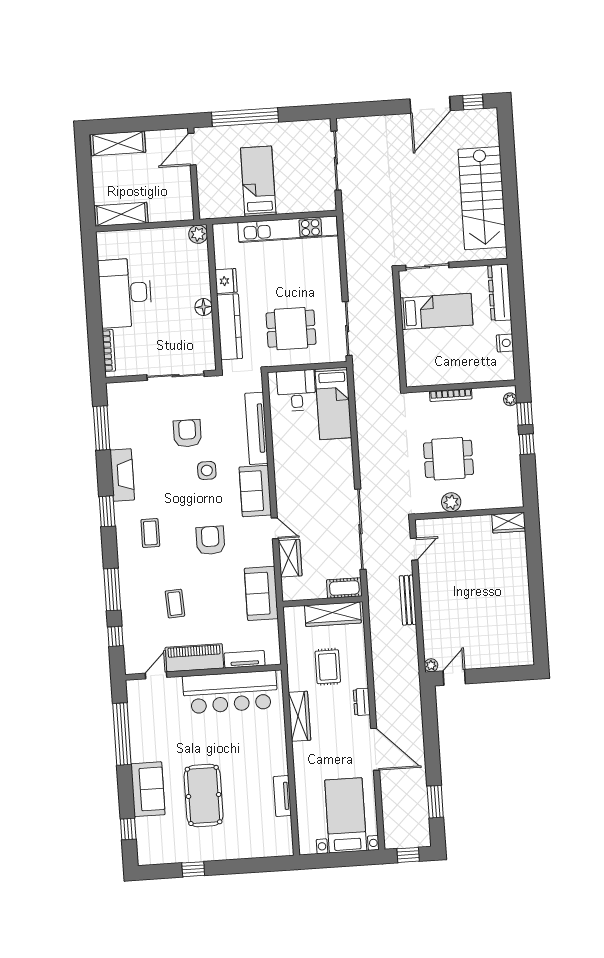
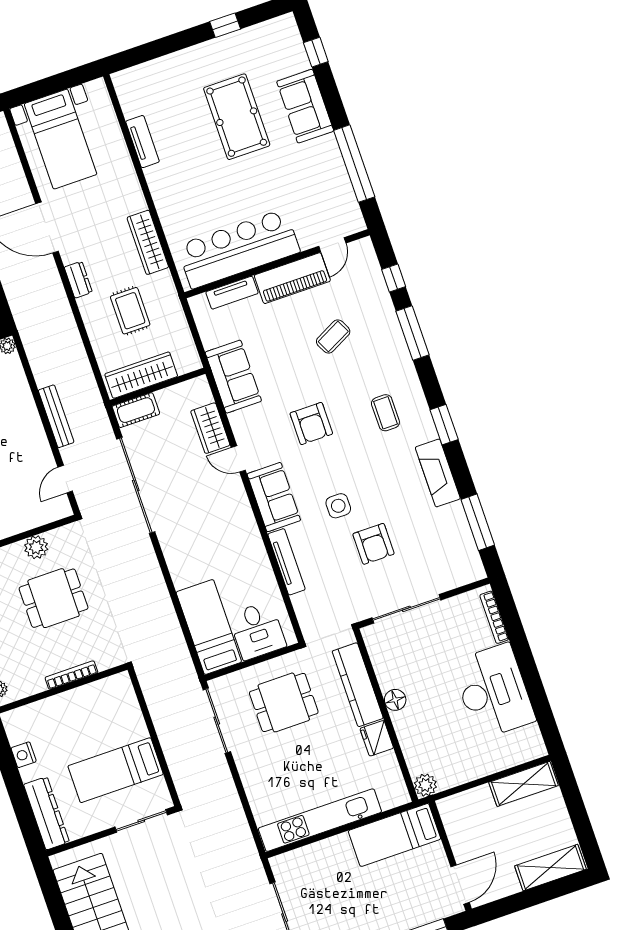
bed: (258, 181) -> (394, 835), moved, turned 90
tv unit: (256, 428) -> (286, 562), width x0.73, depth x0.78
coffee table: (175, 604) -> (333, 336), turned 66

